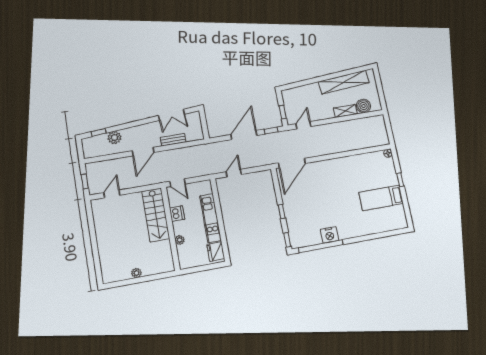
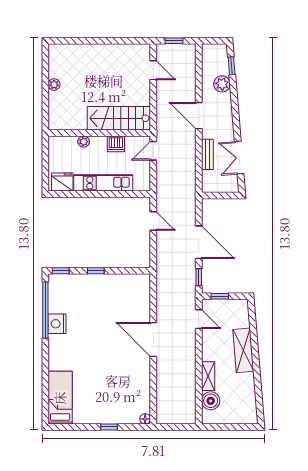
shelving: (344, 82) -> (243, 350), moved, width x0.68
door: (292, 163) -> (153, 340), moved
bed: (381, 198) -> (60, 398), moved

